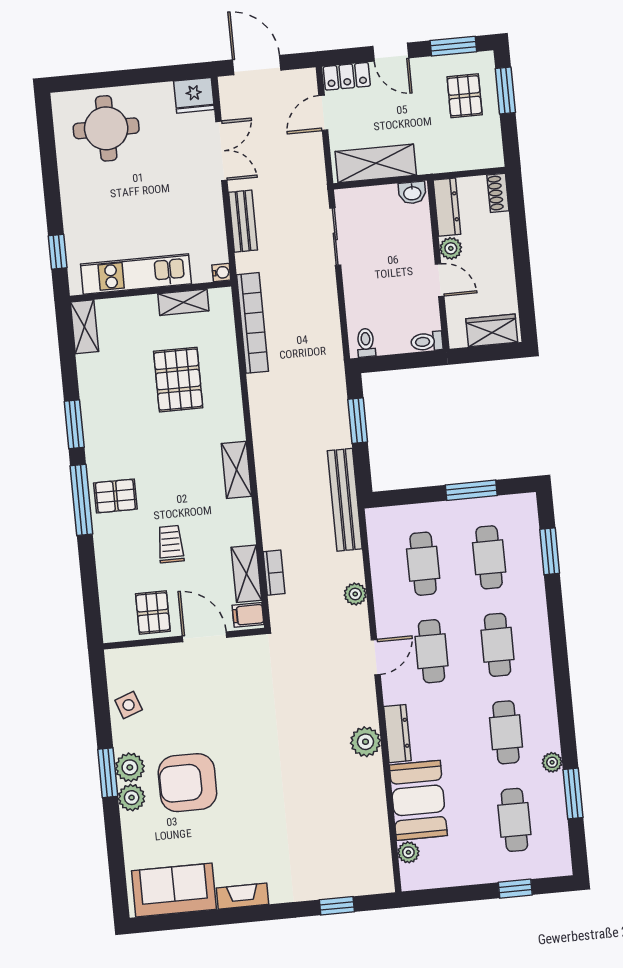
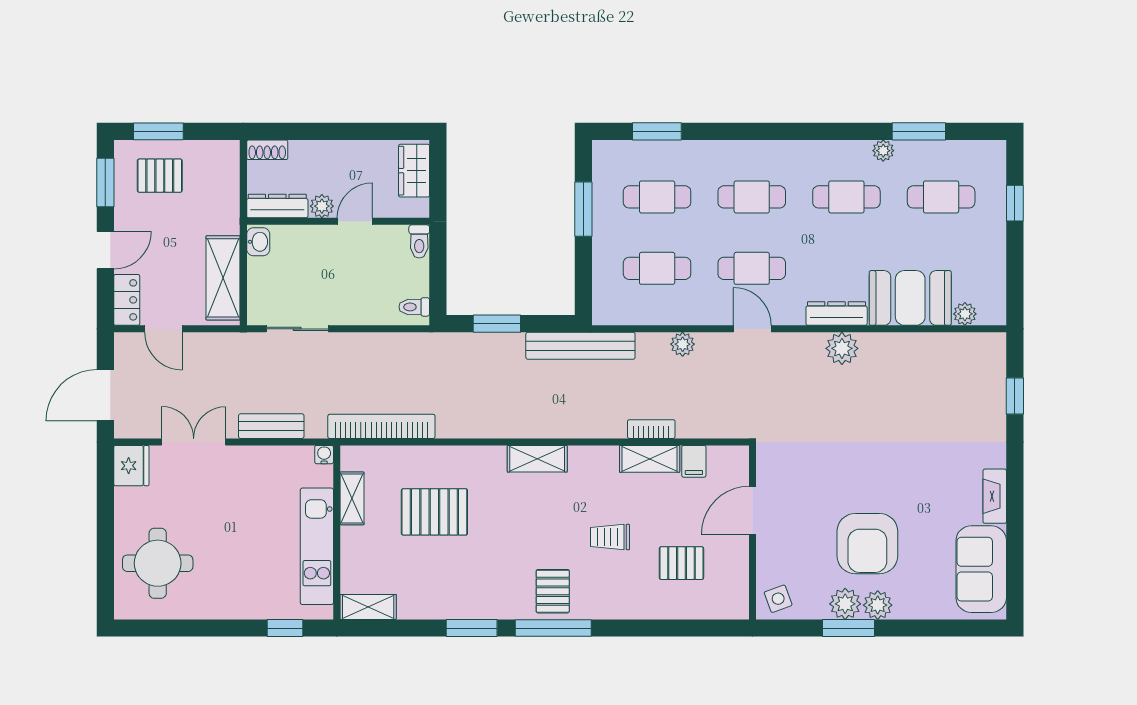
door: (205, 637) -> (752, 510), moved
wall: (184, 639) -> (752, 532), moved

